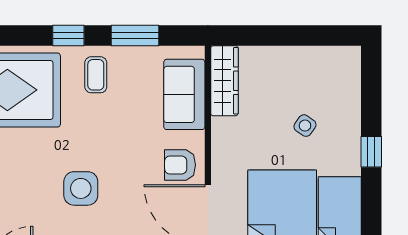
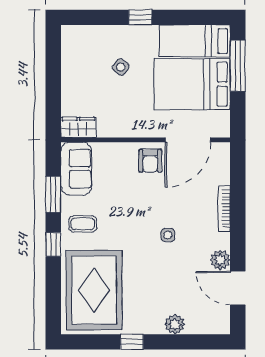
wardrobe: (224, 81) -> (78, 127), width x0.67
sofa: (184, 94) -> (76, 169), moved, turned -90
side table: (81, 188) -> (168, 235), width x0.54, depth x0.54

